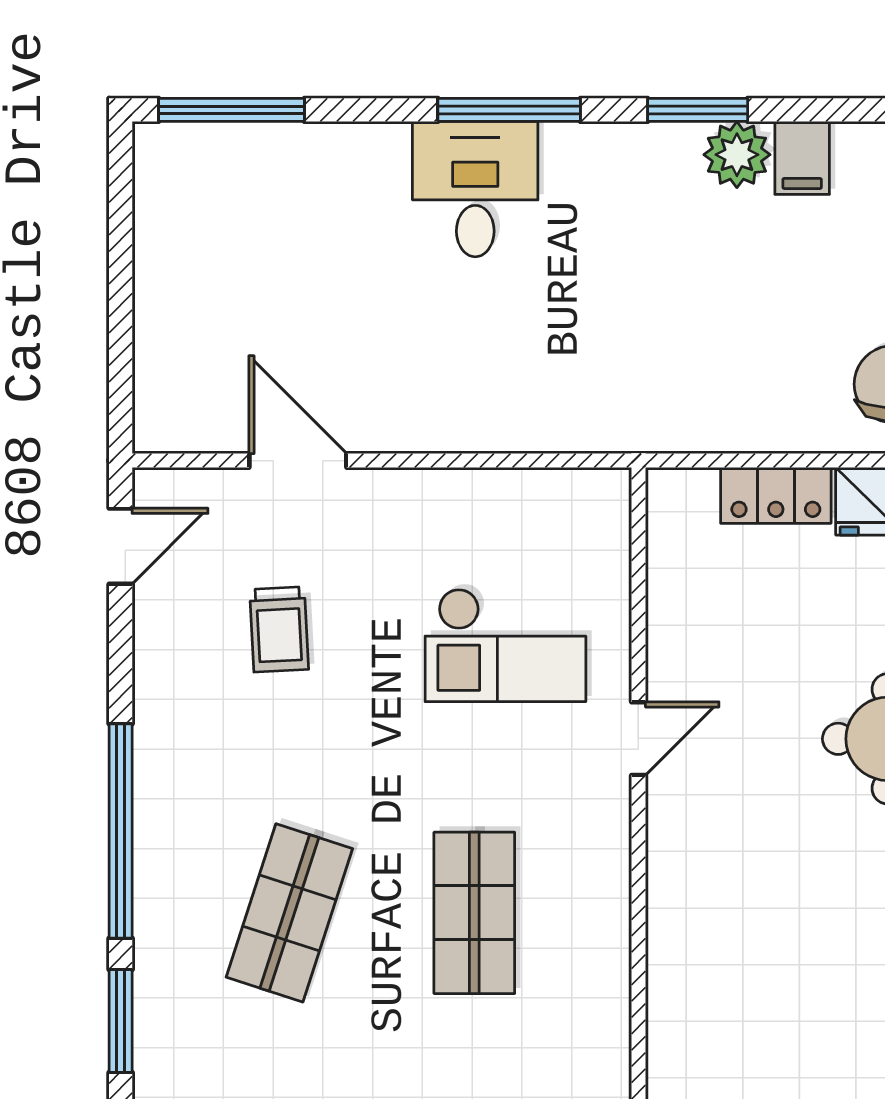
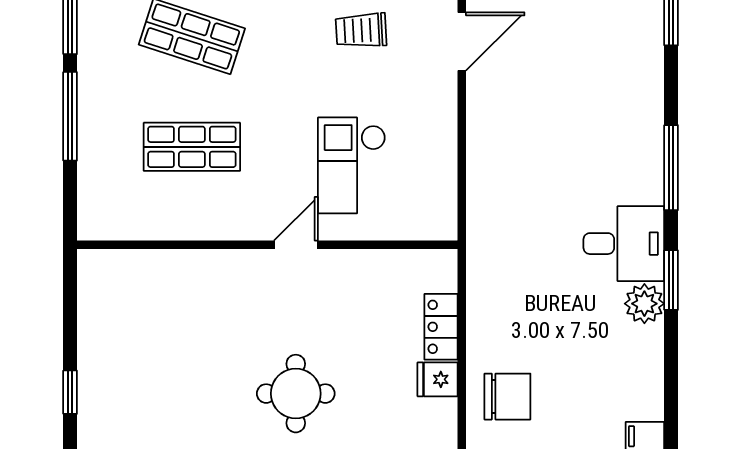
filing cabinet: (802, 158) -> (642, 342), removed
desk: (475, 189) -> (624, 244), moved
door: (638, 739) -> (296, 245), swing flipped

